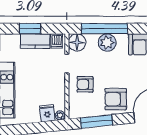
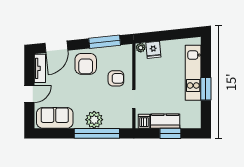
floor lamp: (77, 42) -> (124, 120), removed
armchair: (116, 99) -> (86, 64), turned 90

